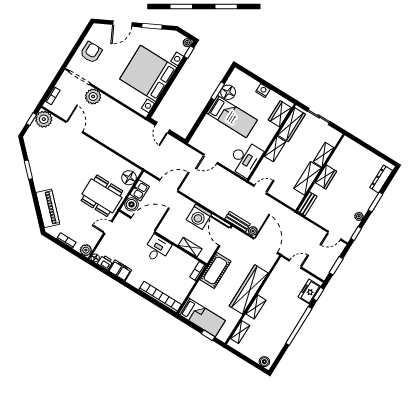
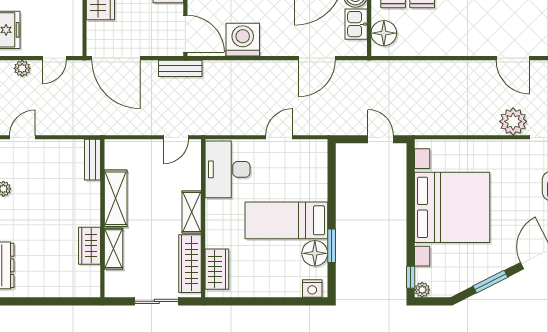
nightstand: (263, 90) -> (312, 288), moved
wardrobe: (326, 177) -> (90, 246), moved
plant: (253, 231) -> (22, 68), moved

